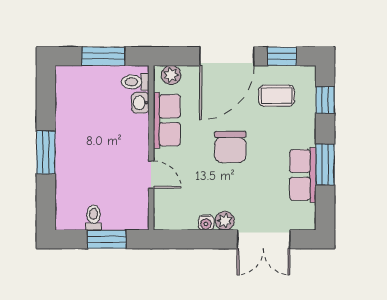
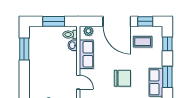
door: (227, 56) -> (117, 21), hinge flipped
chair: (230, 147) -> (122, 78), moved, turned -90
window: (46, 152) -> (24, 49), moved

